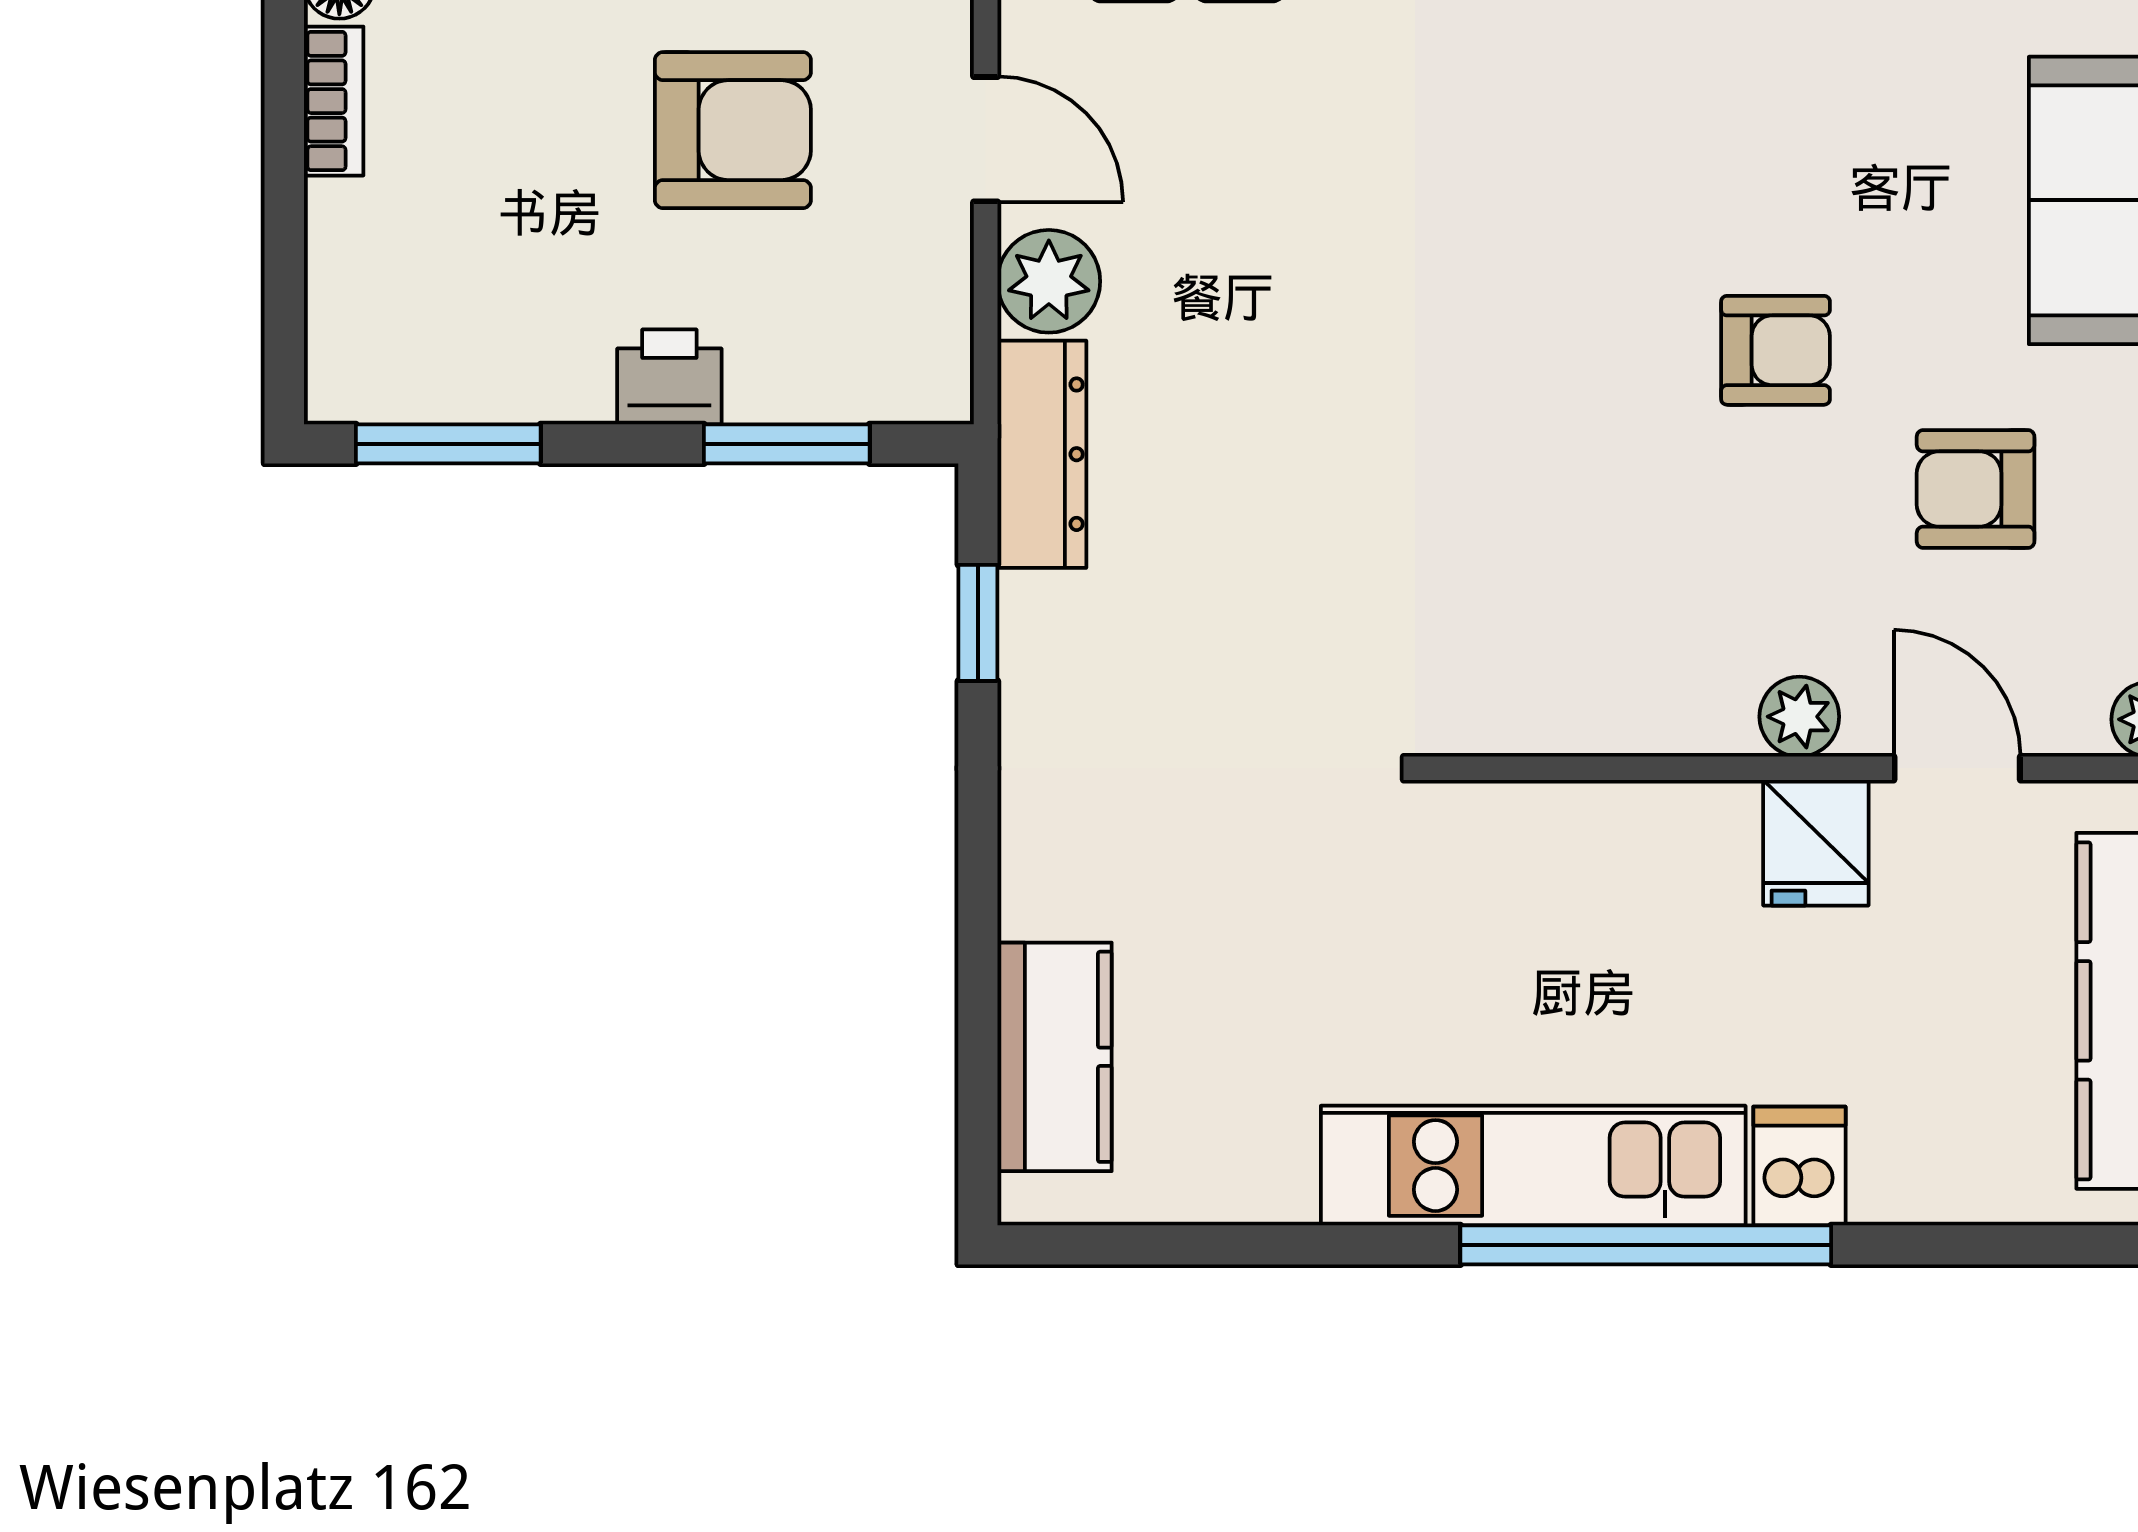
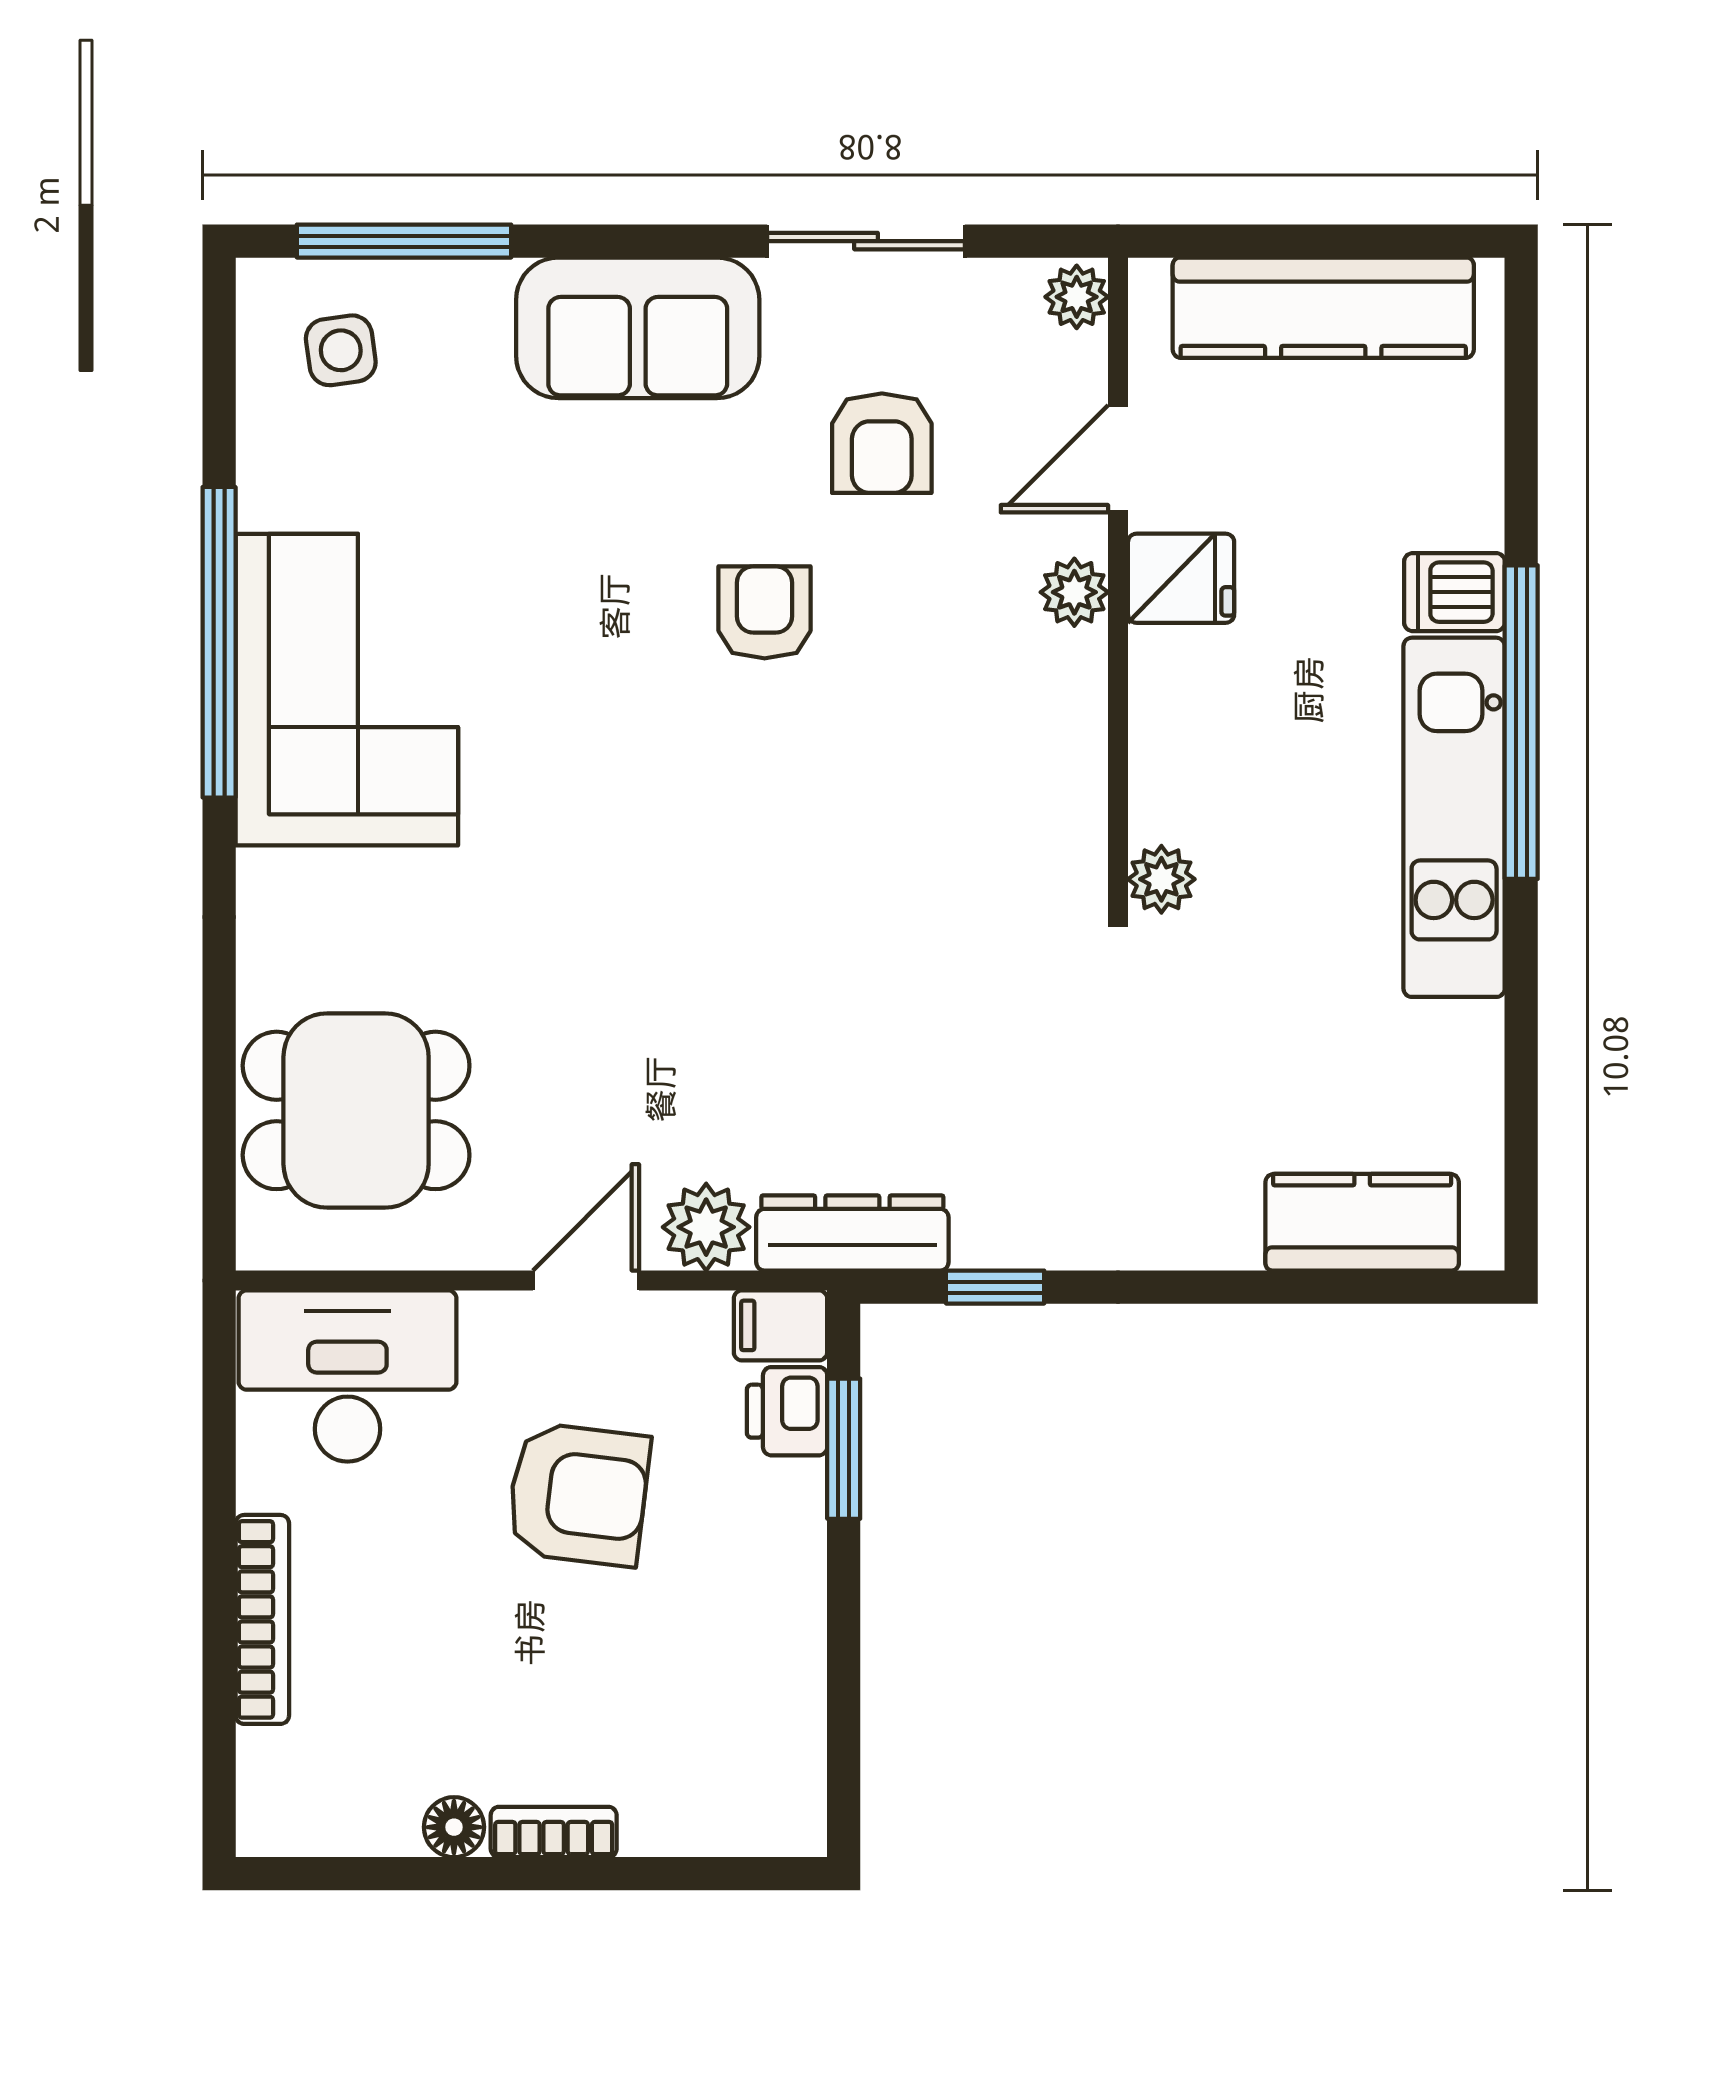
armchair: (733, 130) -> (578, 1494), turned 97
filing cabinet: (933, 369) -> (780, 1325), added
printer: (669, 377) -> (787, 1411), moved
window: (448, 444) -> (844, 1735), removed
plant: (1460, 820) -> (1161, 879), added

